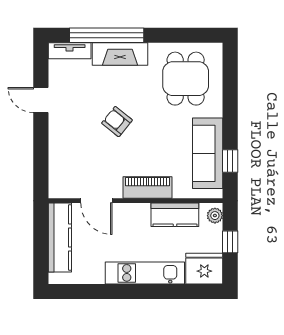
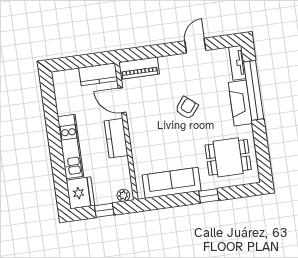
window: (230, 161) -> (209, 196), moved
piano: (147, 188) -> (139, 68), moved, turned 90
door: (96, 201) -> (122, 100), hinge flipped
kitchen counter: (175, 215) -> (116, 138), moved
kitchen counter: (60, 237) -> (98, 74), width x0.67

